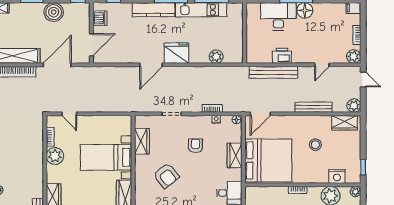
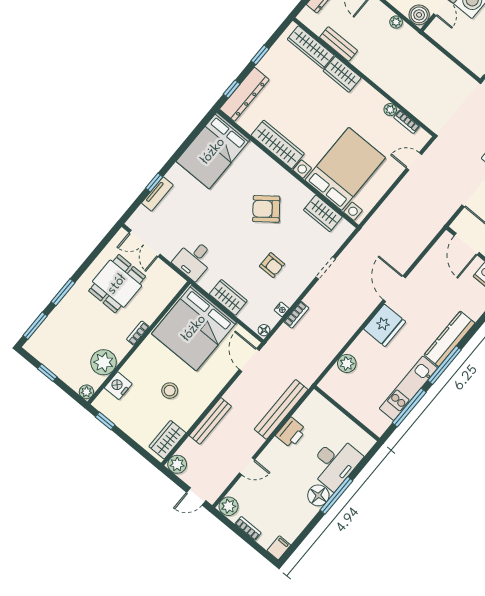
door: (322, 65) -> (247, 466), swing flipped
plant: (55, 156) -> (390, 110), width x0.53, depth x0.53
bed with nightstands: (106, 157) -> (345, 169), width x1.36

